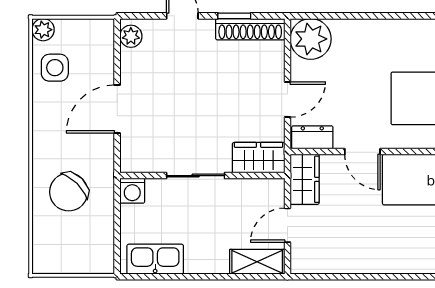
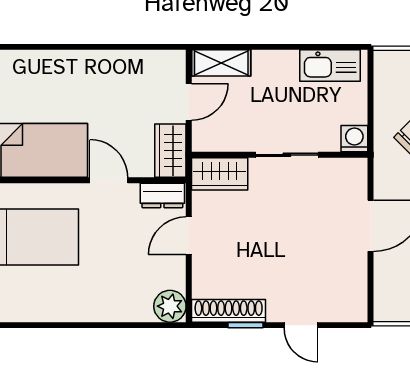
plant: (131, 36) -> (356, 303), removed
plant: (311, 39) -> (170, 306), width x0.73, depth x0.73

